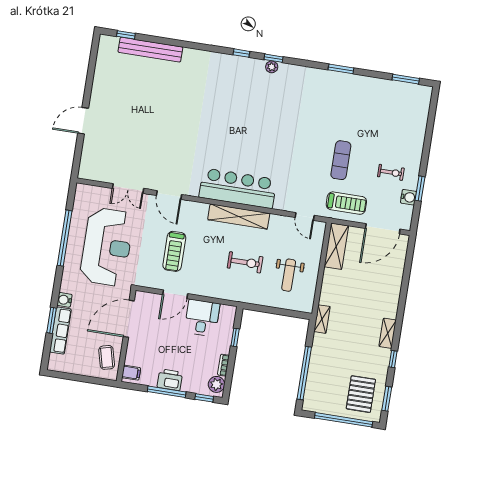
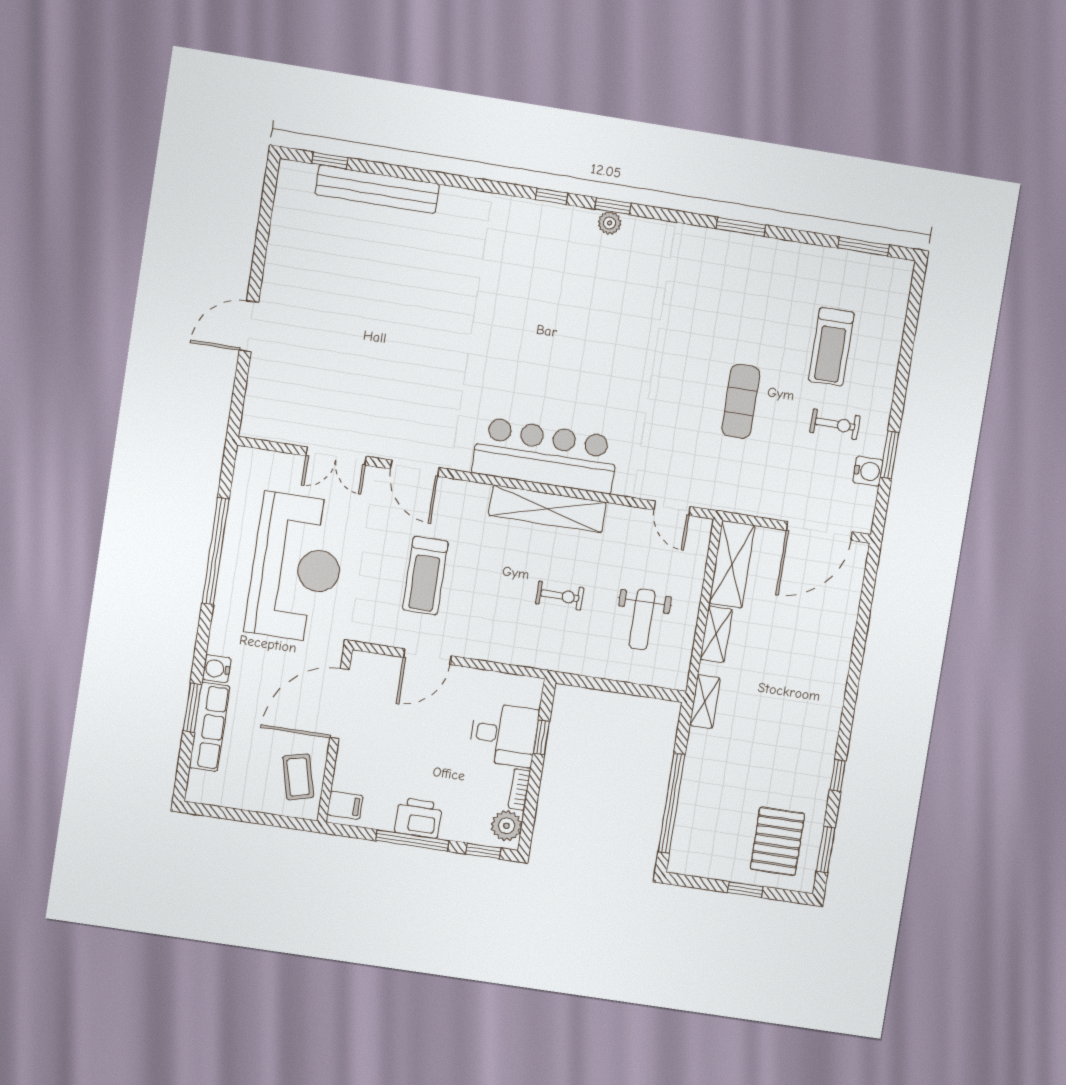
treadmill: (346, 203) -> (831, 347), moved, turned 90
exercise bike: (245, 262) -> (560, 596), width x0.73, depth x0.72
desk: (202, 318) -> (504, 735), moved, turned 90
shelving: (388, 333) -> (716, 634), moved
window: (344, 420) -> (745, 890), width x0.32

